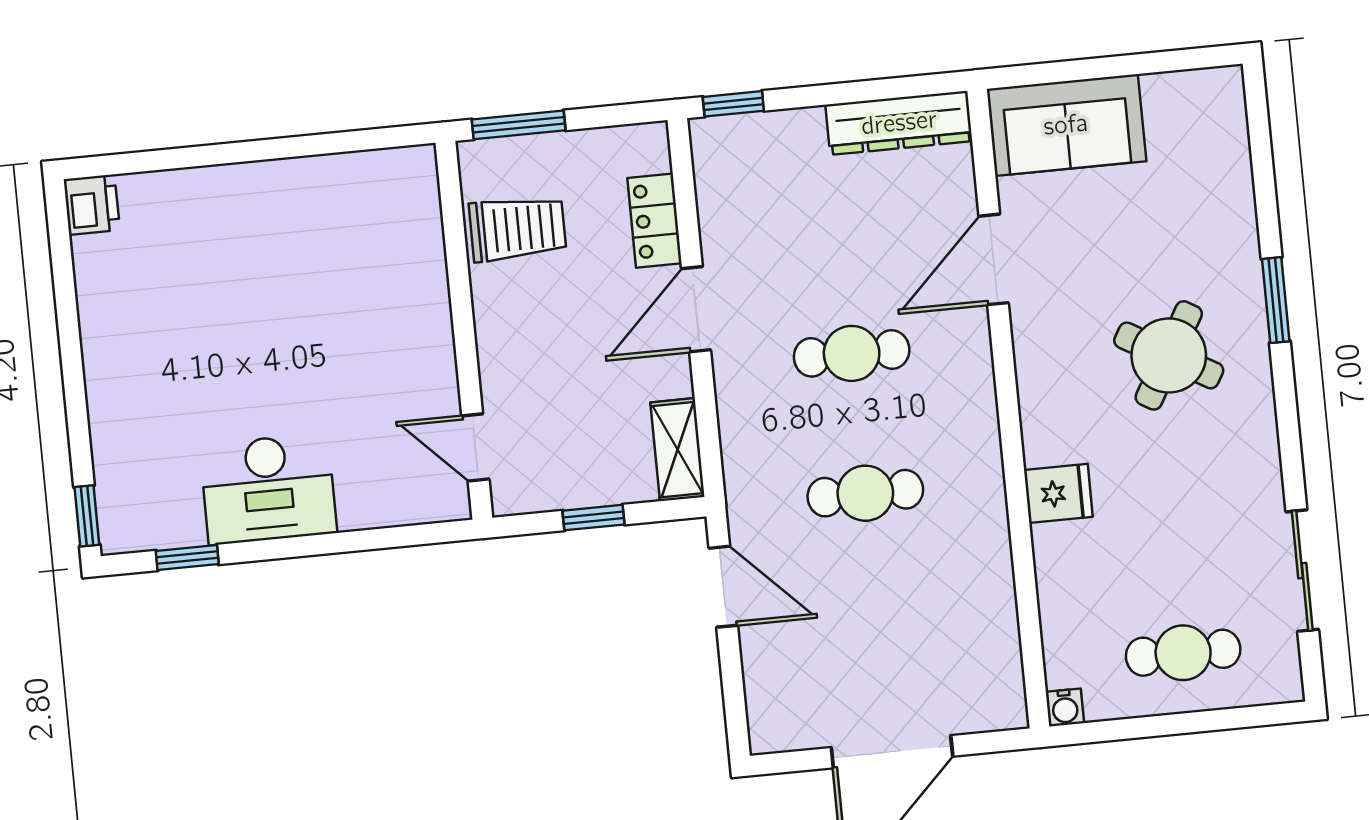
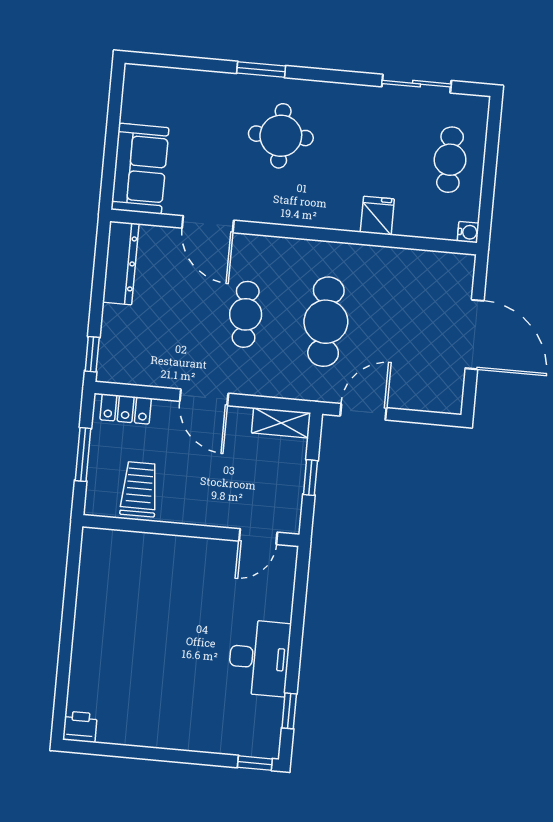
window: (519, 125) -> (83, 454), moved
locker: (655, 221) -> (126, 409), moved
round table: (1169, 355) -> (281, 136), turned -30
cafe table: (865, 493) -> (326, 322), width x1.37, depth x1.35
fridge: (1058, 493) -> (377, 216), moved

